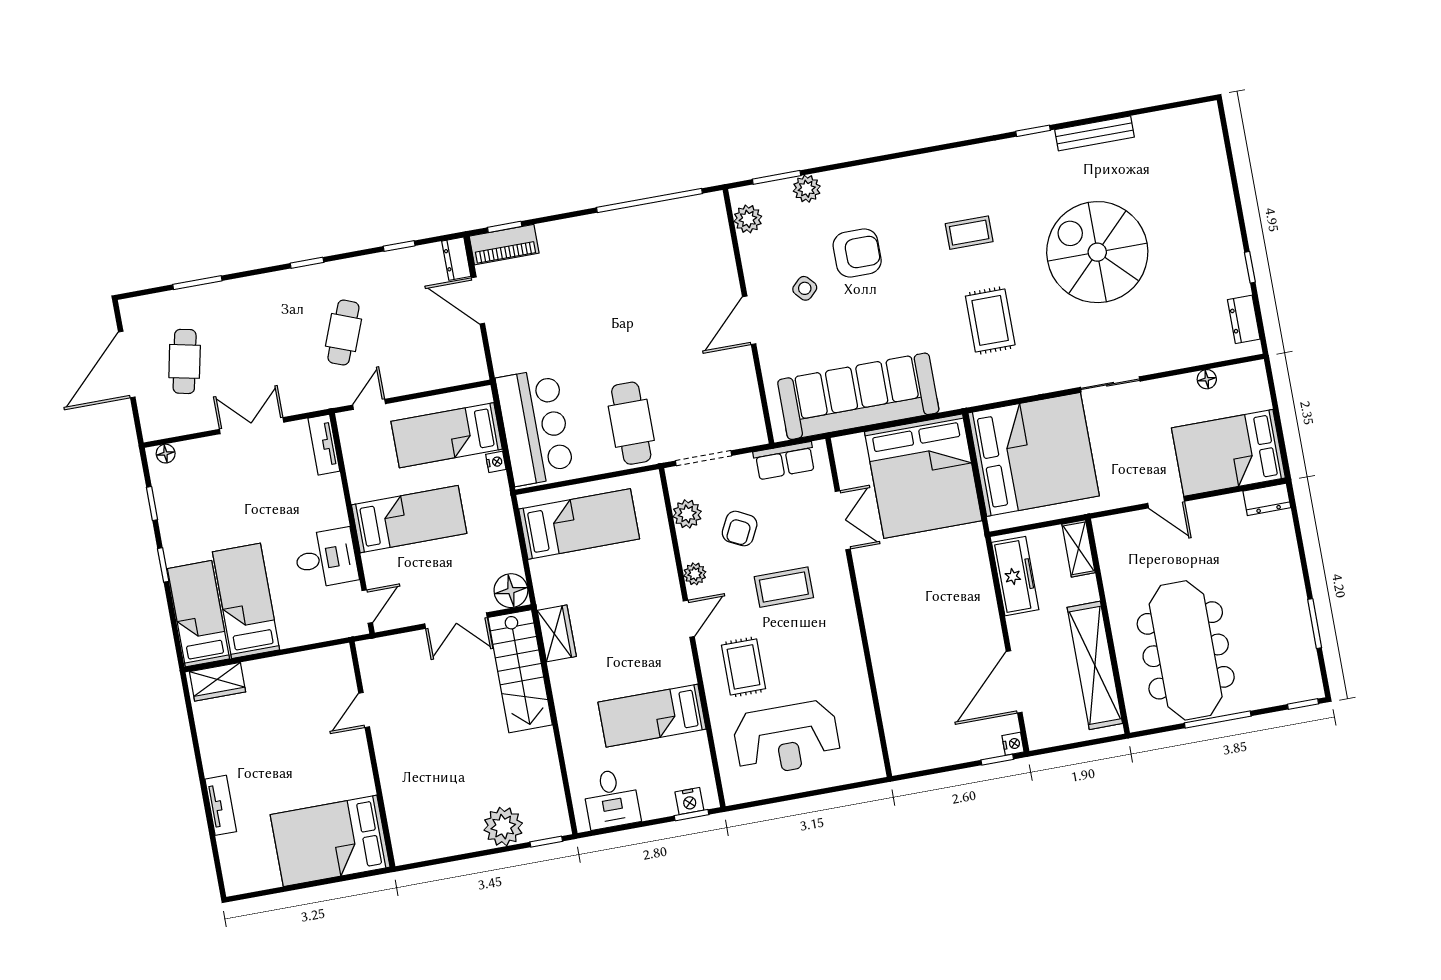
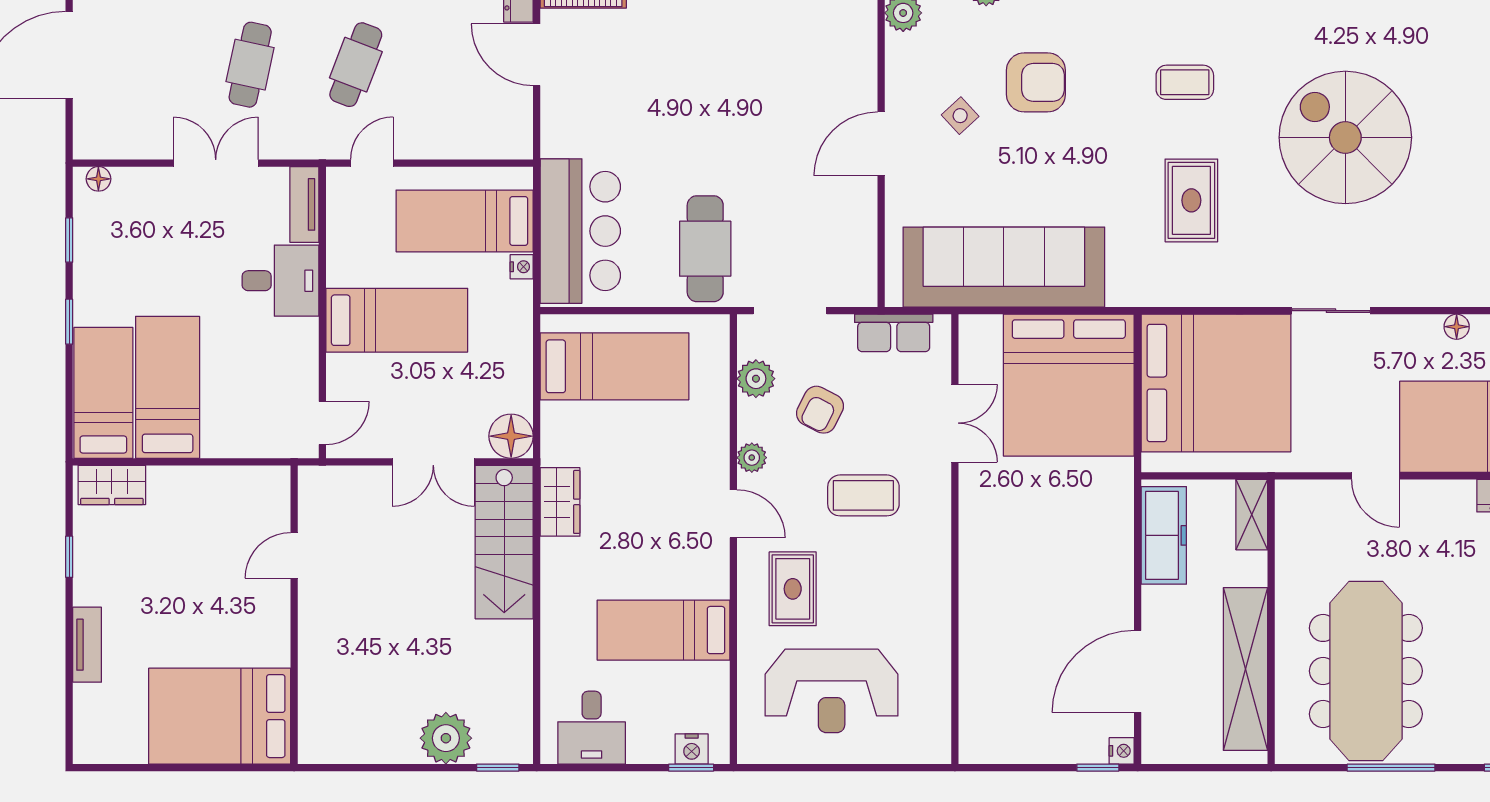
cafe table: (185, 361) -> (250, 65), moved
desk: (326, 558) -> (280, 281), moved
door: (689, 619) -> (733, 514), hinge flipped
window: (195, 742) -> (69, 557), added

